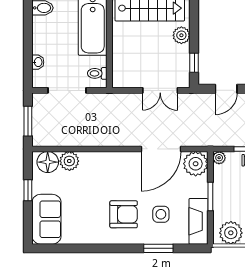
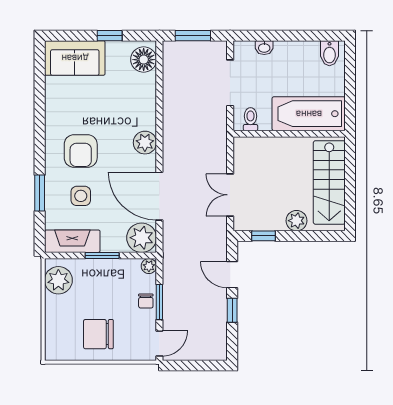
plant: (69, 161) -> (145, 143), moved

